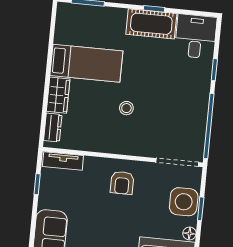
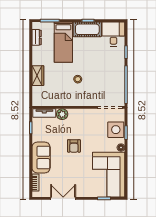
bed: (86, 63) -> (63, 42), moved, turned 90
dresser: (53, 127) -> (37, 37), moved
plant: (94, 166) -> (62, 114), added
armchair: (122, 183) -> (74, 146), moved

